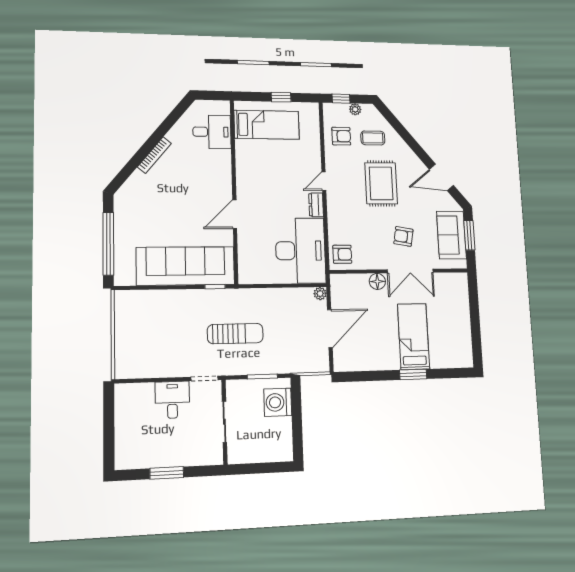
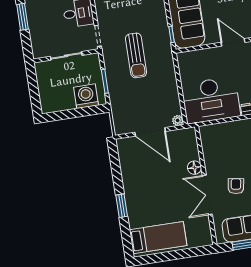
armchair: (342, 254) -> (213, 135), removed
bed: (413, 336) -> (158, 238), moved

